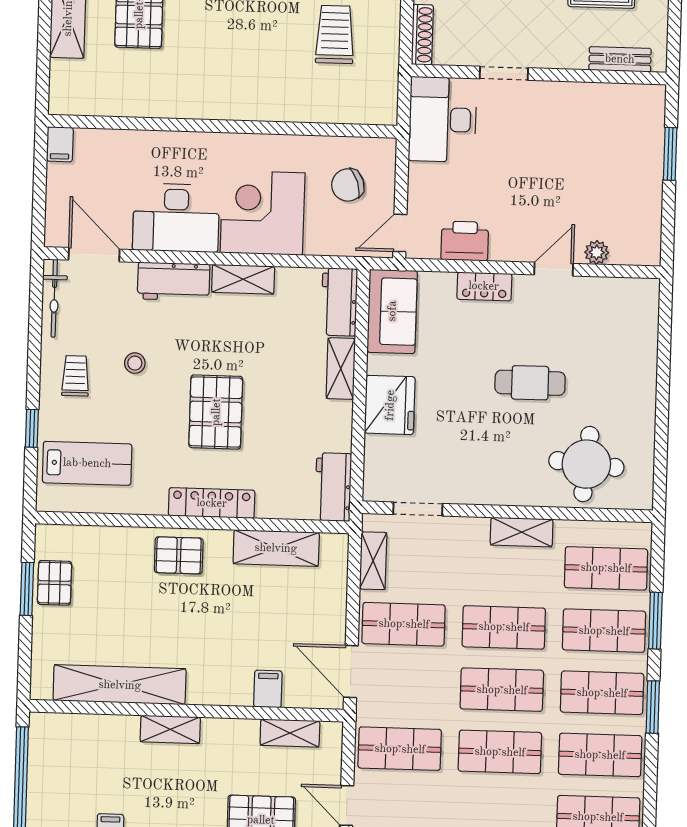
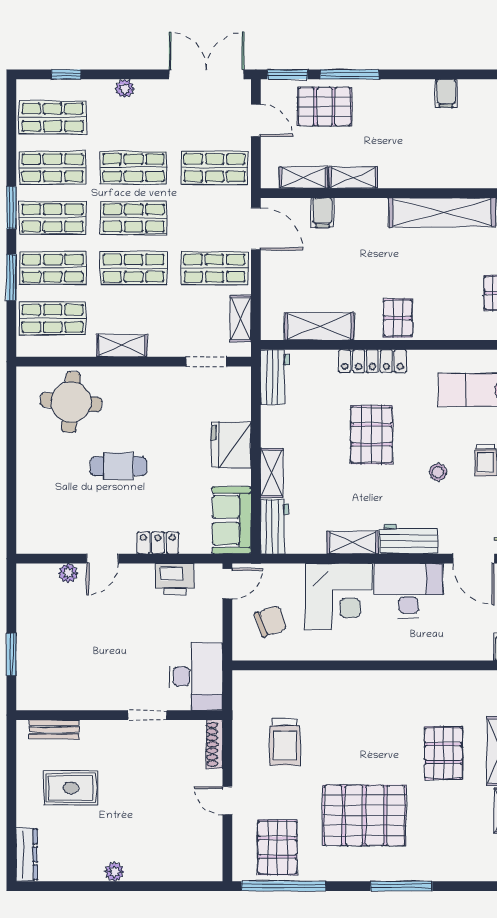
pallet: (179, 555) -> (398, 318), turned 90
shelving: (170, 729) -> (353, 177), moved

